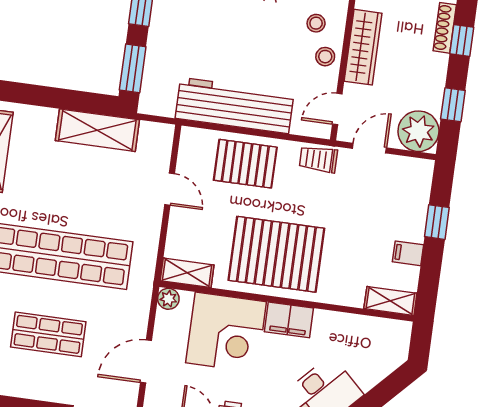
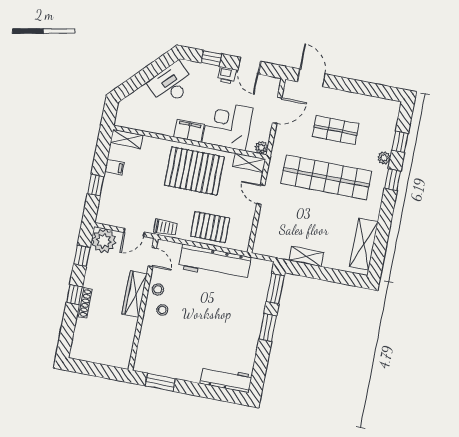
door: (337, 109) -> (152, 257), hinge flipped
shelving: (97, 130) -> (306, 256), width x0.67, depth x0.75
door: (170, 189) -> (261, 195), moved

